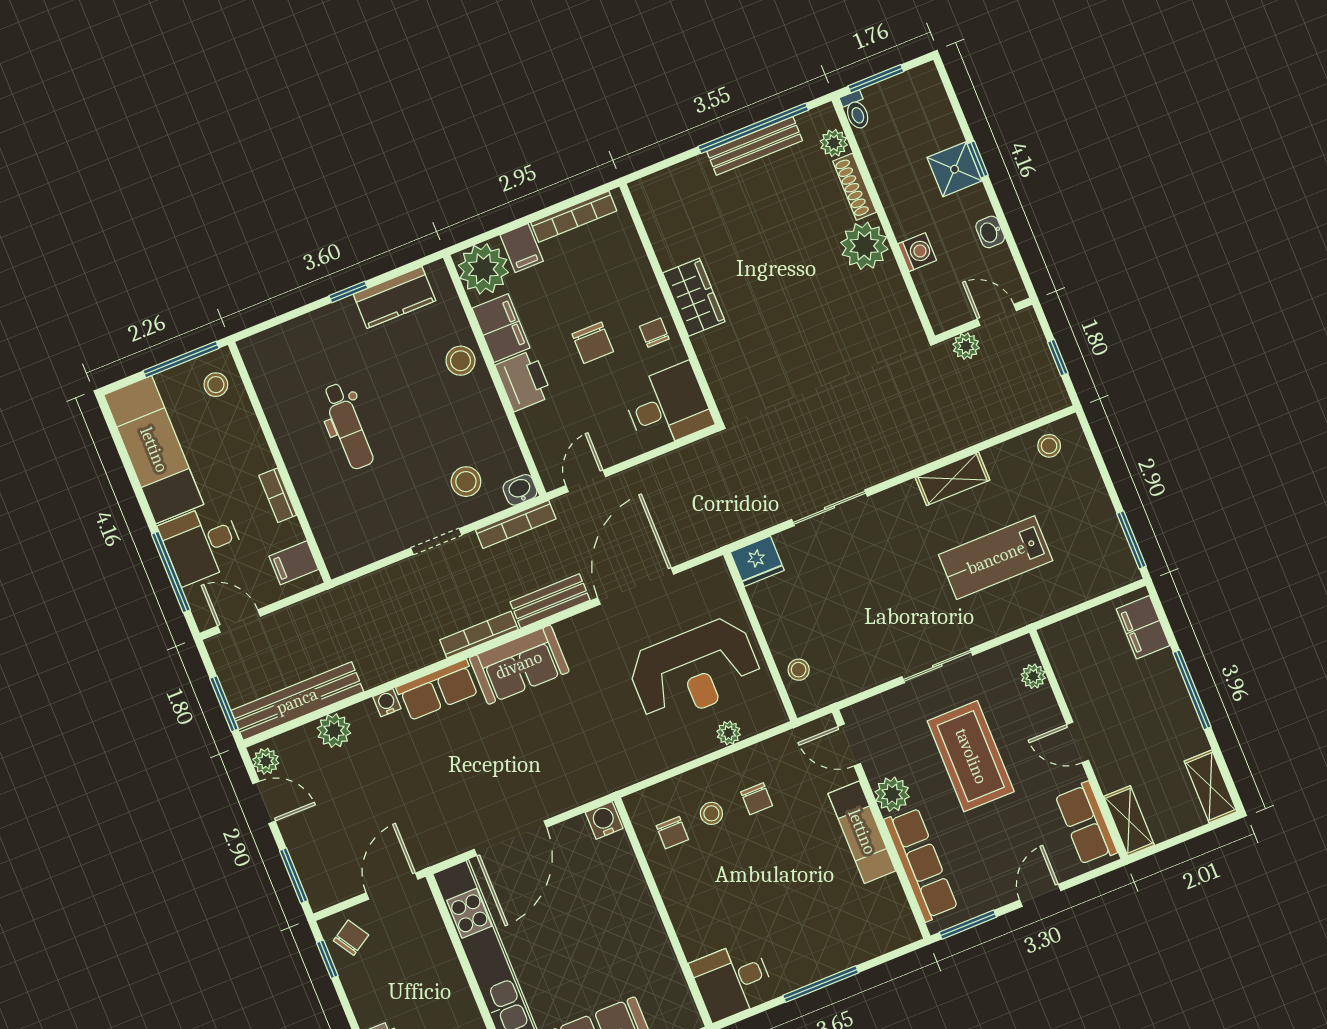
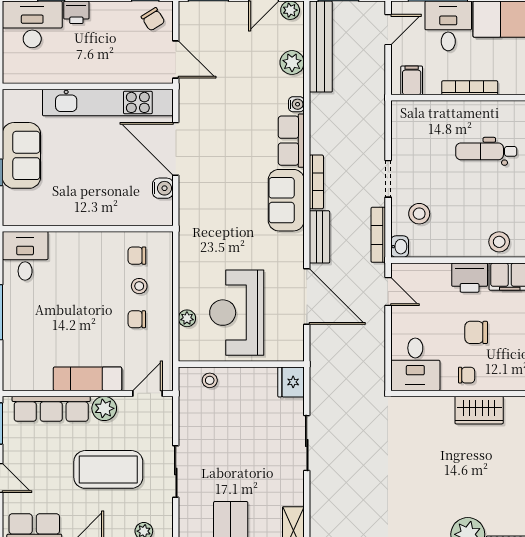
bookcase: (278, 495) -> (470, 88), width x1.56
water cooler: (604, 820) -> (163, 188), moved

